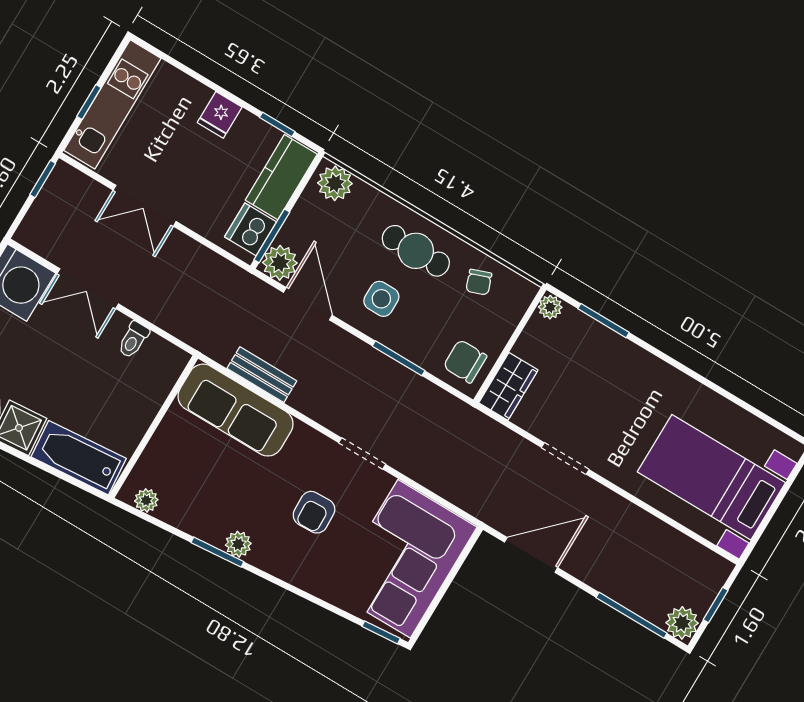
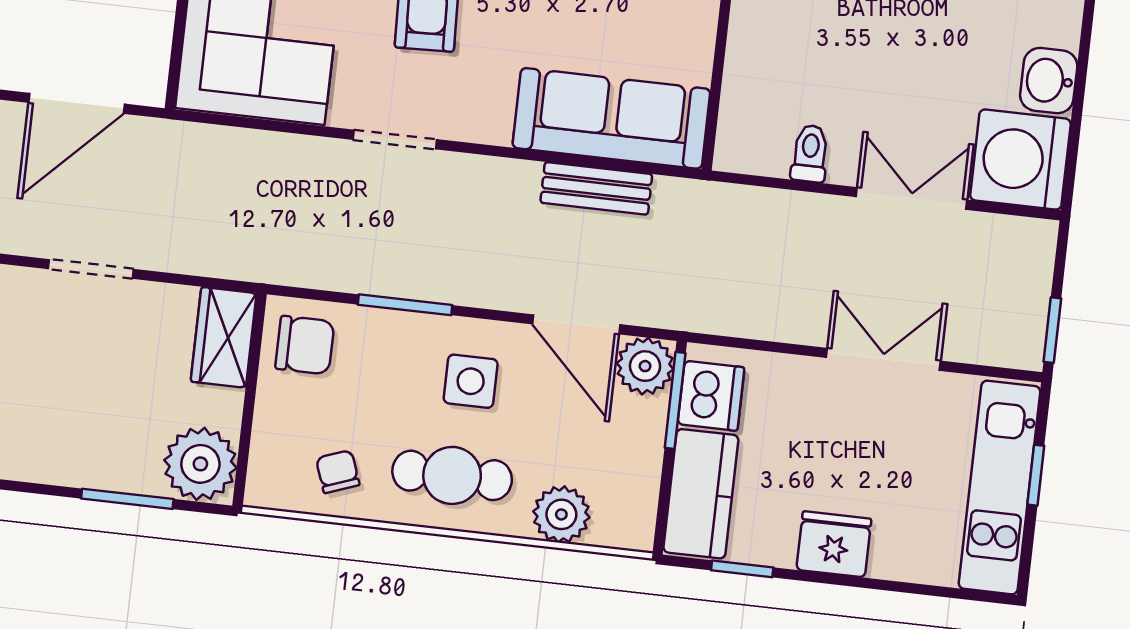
fridge: (220, 115) -> (834, 544), width x1.38
plant: (335, 183) -> (561, 514), moved
plant: (550, 307) -> (200, 464), width x1.88, depth x1.88

